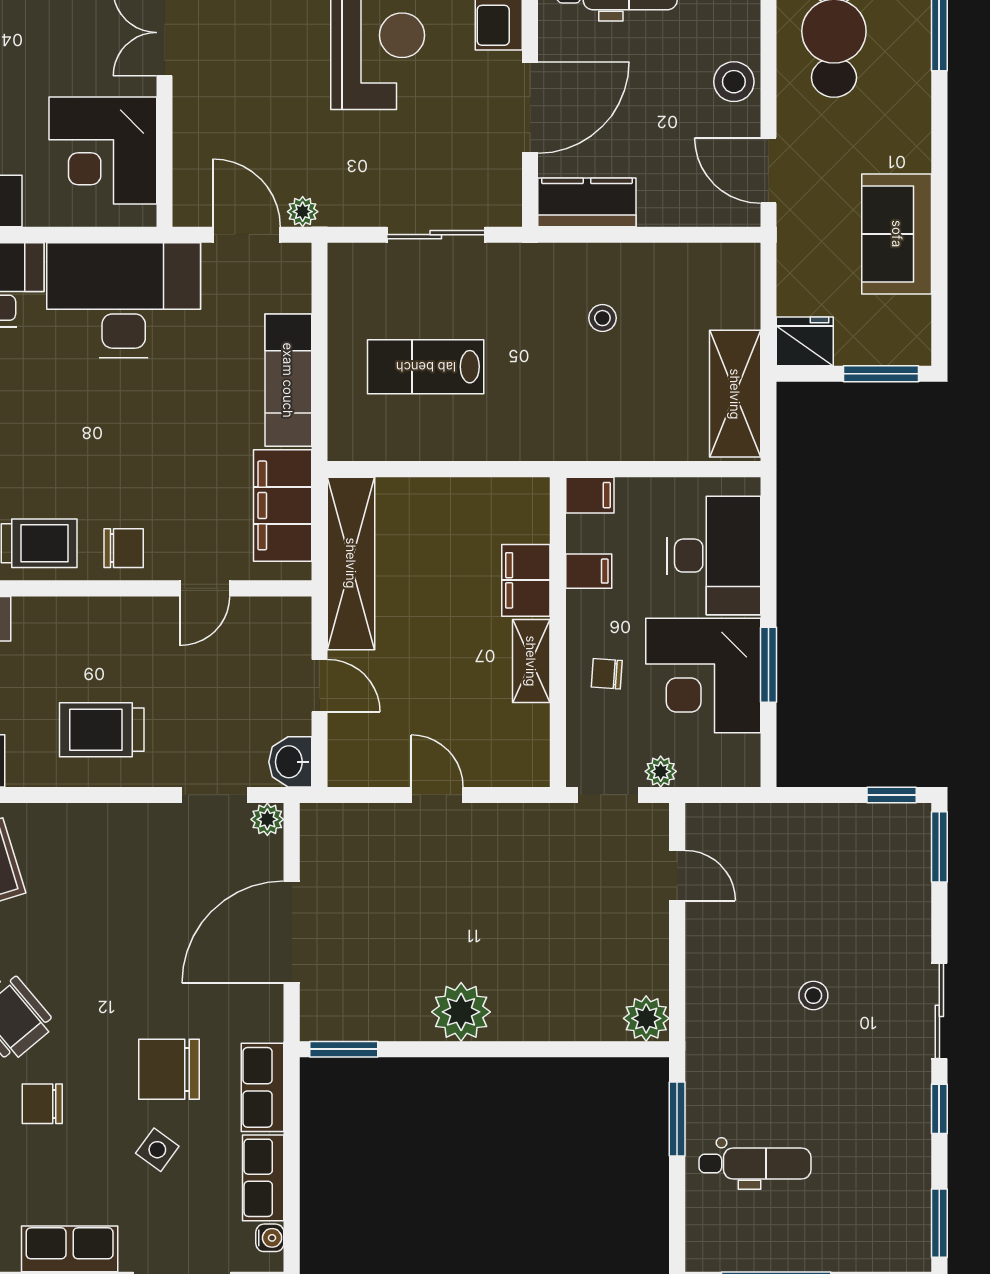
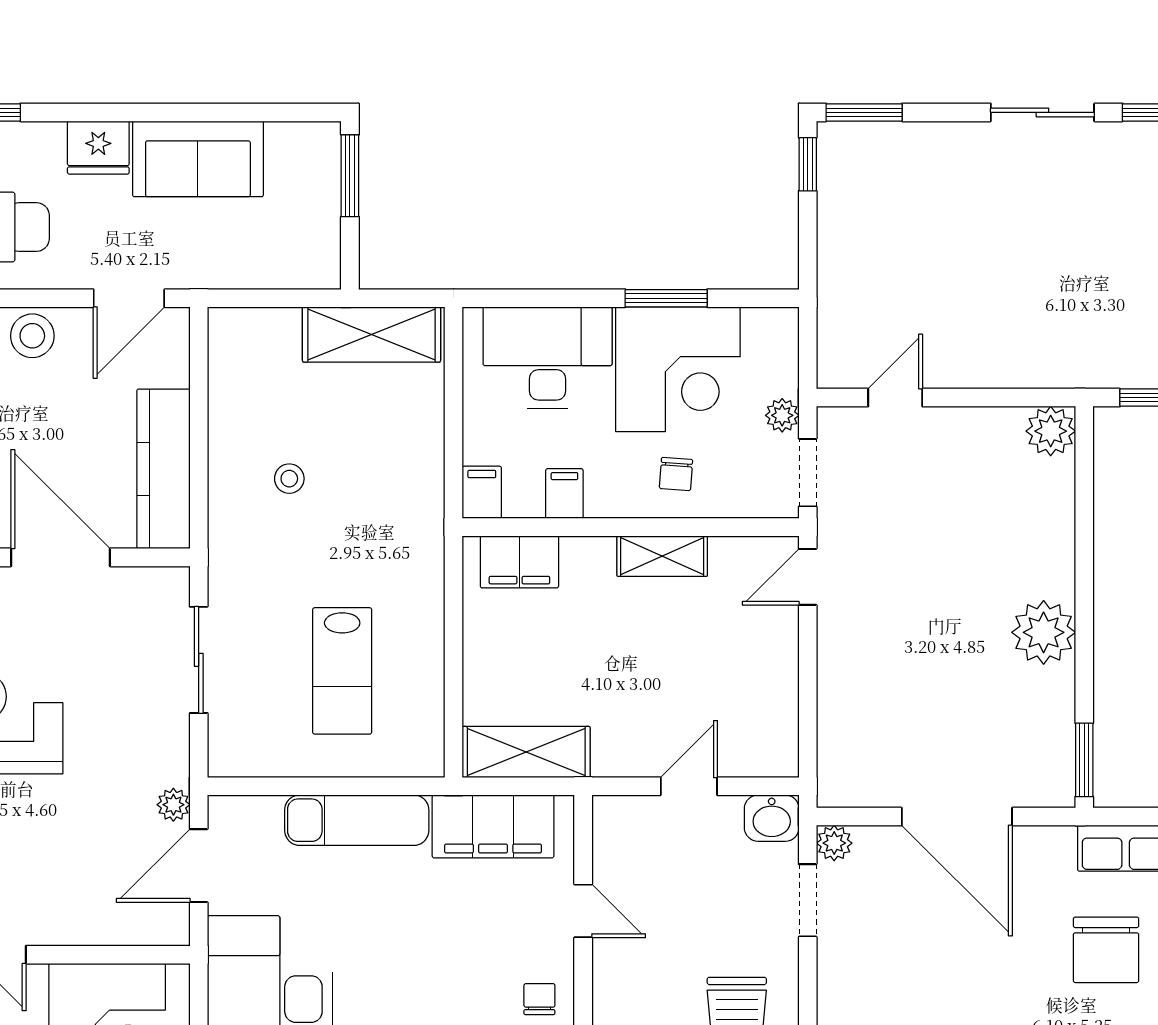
kitchen counter: (587, 202) -> (163, 469), width x1.50
fridge: (805, 341) -> (98, 148), moved, turned -90
chair: (124, 548) -> (539, 999), width x0.73, depth x0.73
shelving: (351, 563) -> (526, 752), width x0.68
filing cabinet: (526, 580) -> (519, 562), moved
door: (437, 795) -> (808, 577), moved
stool: (813, 995) -> (1026, 249), removed

